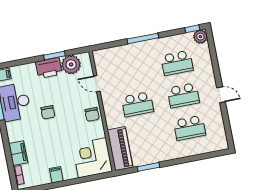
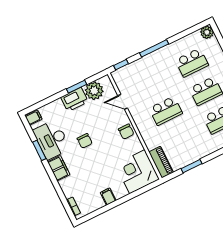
window: (192, 29) -> (121, 65), moved
piano: (120, 149) -> (161, 162), width x0.73, depth x0.75
filing cabinet: (18, 153) -> (59, 168), moved

